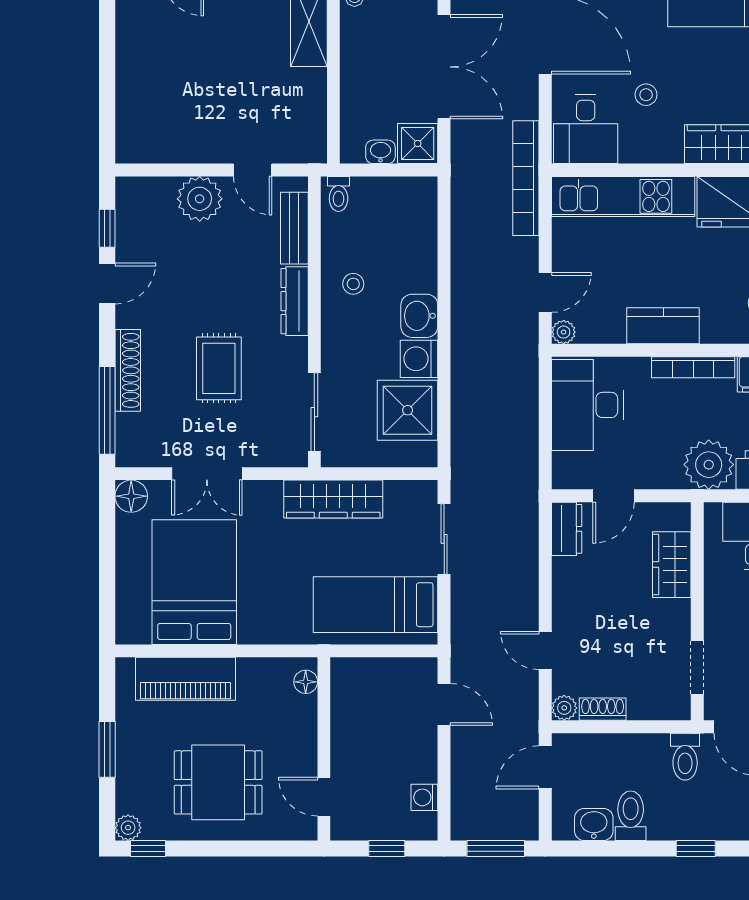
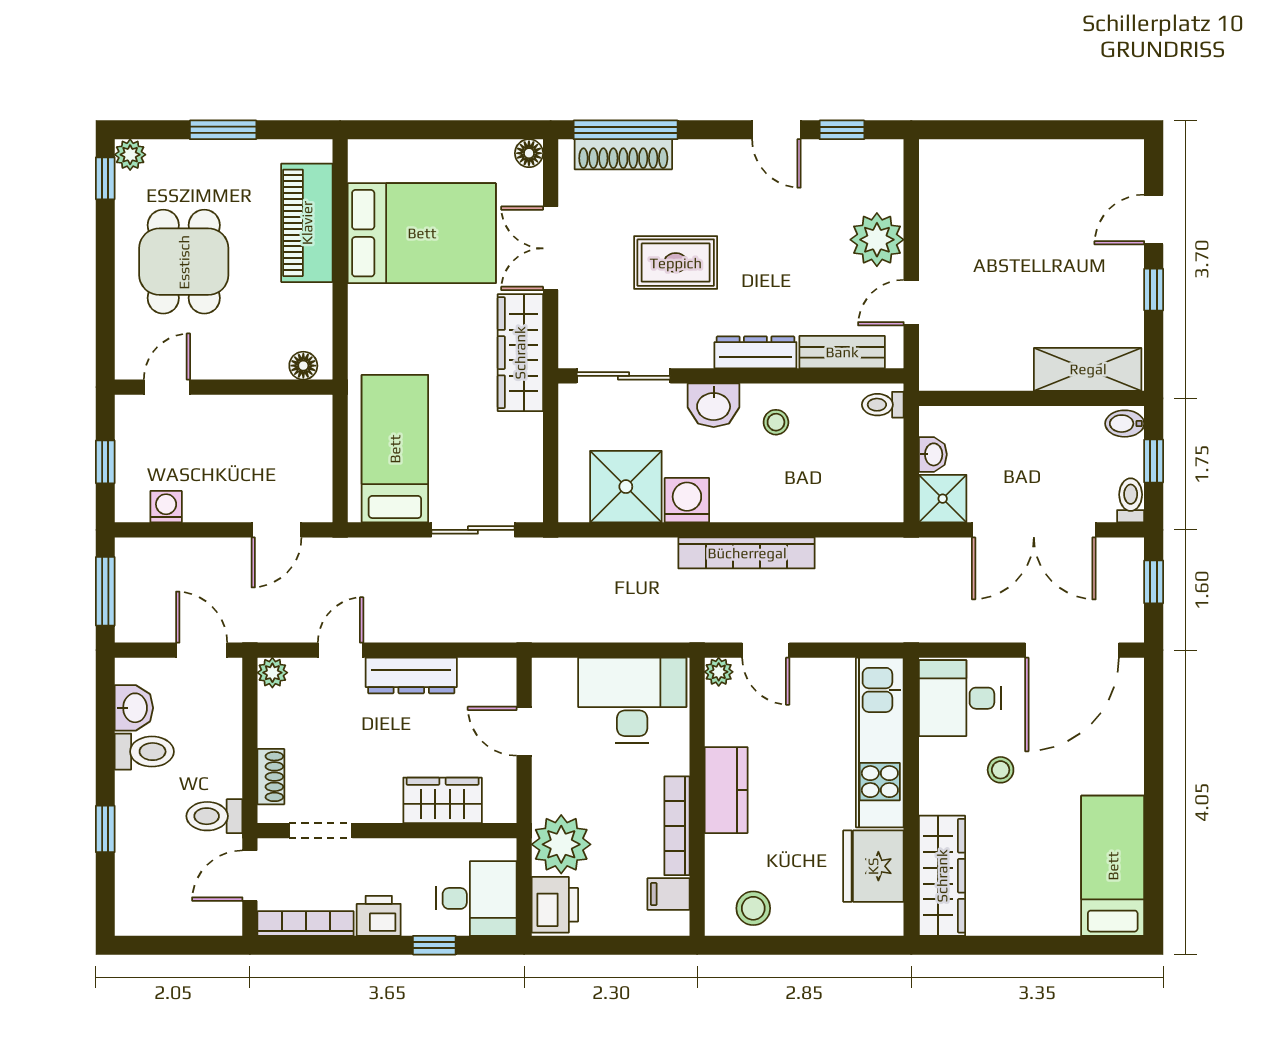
bookcase: (526, 178) -> (747, 553), moved, turned 180
washbasin: (419, 316) -> (714, 405), moved, turned 180
shoe rack: (128, 370) -> (623, 154), moved
floor lamp: (131, 496) -> (529, 153), width x0.73, depth x0.73
wardrobe: (333, 499) -> (520, 353), moved
dresser: (567, 529) -> (411, 676), moved, width x1.44
shoe rack: (603, 709) -> (271, 777), moved

